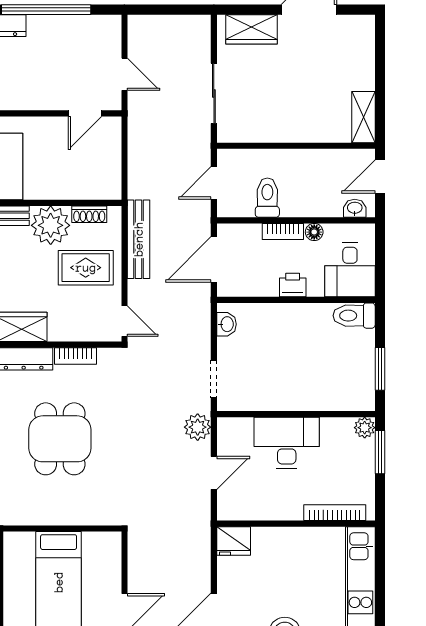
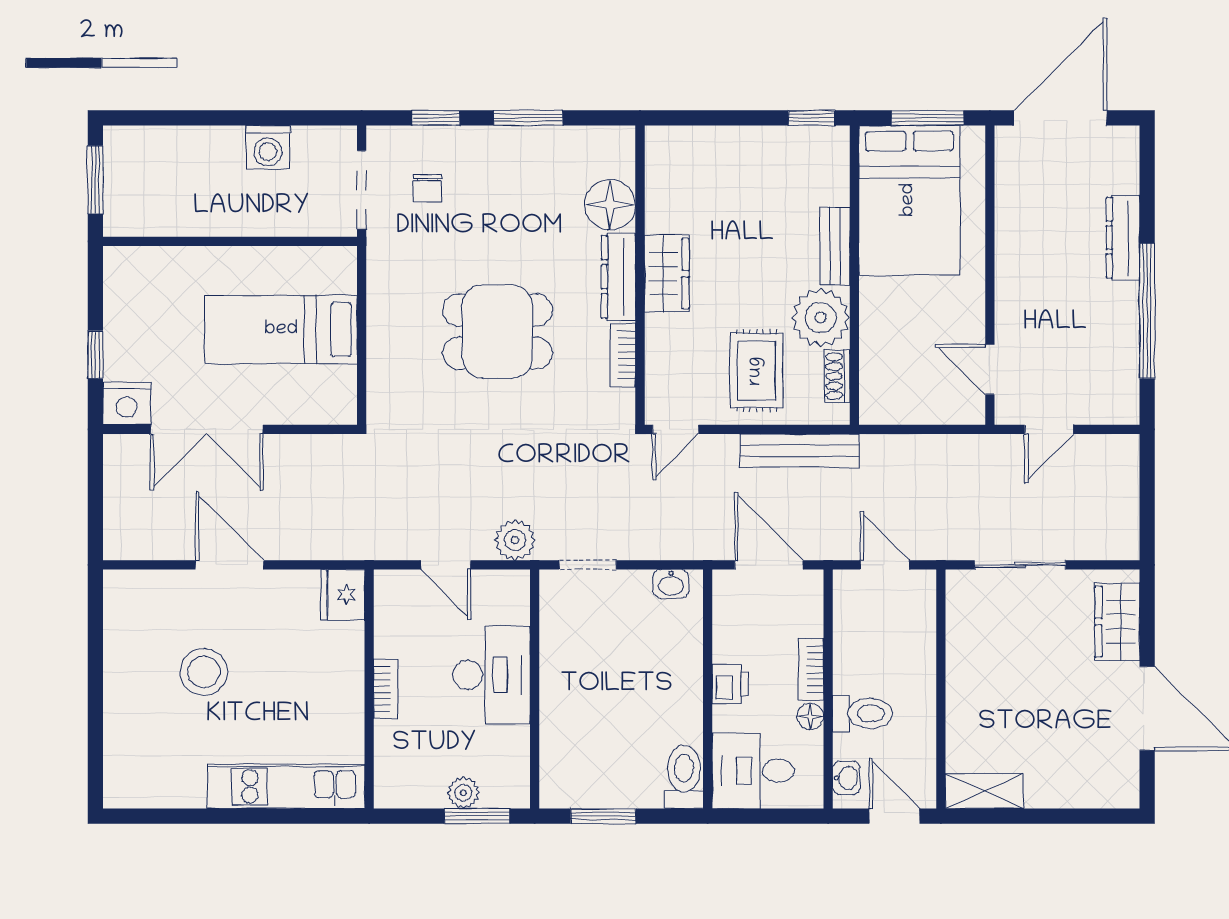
toilet: (267, 198) -> (862, 713), moved
plant: (365, 428) -> (463, 793), moved
bookcase: (335, 513) -> (386, 689), moved, width x0.64

